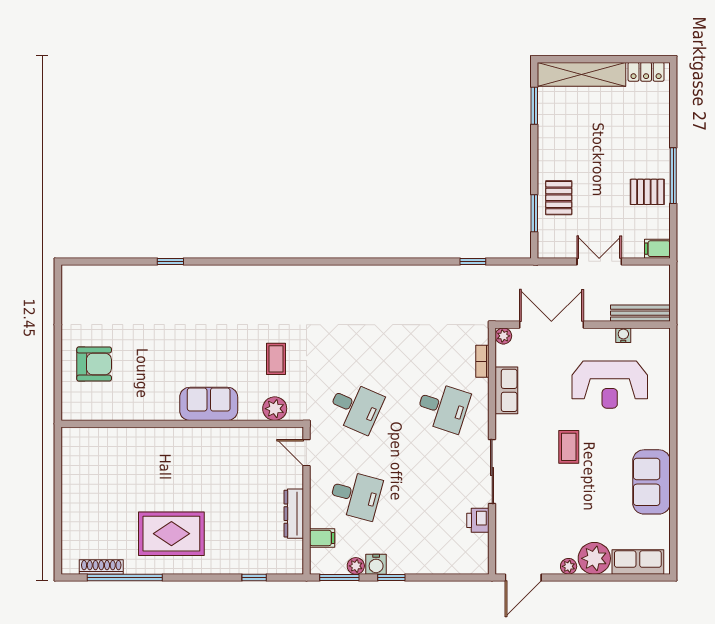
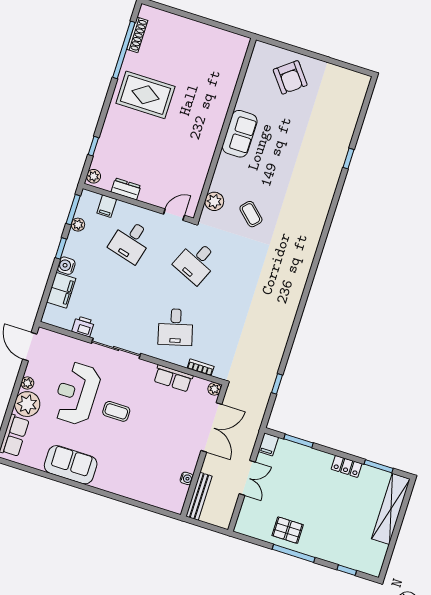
locker: (646, 72) -> (347, 466), moved, turned -90
window: (673, 104) -> (347, 570), added
pallet: (647, 192) -> (288, 530), turned 90
pallet: (559, 198) -> (304, 463), removed
filing cabinet: (657, 249) -> (268, 444), moved, turned 180
coffee table: (276, 359) -> (251, 214), turned 43
armchair: (94, 364) -> (290, 77), turned -38
reception desk: (610, 385) -> (77, 394), moved
sofa: (209, 404) -> (240, 134), moved
desk: (443, 407) -> (176, 327), turned -33
dresser: (294, 514) -> (126, 189), width x0.70
rug: (171, 534) -> (145, 95), turned 90
filing cabinet: (442, 561) -> (61, 290), added
water cooler: (376, 564) -> (66, 266), moved
plant: (291, 566) -> (94, 176), added

